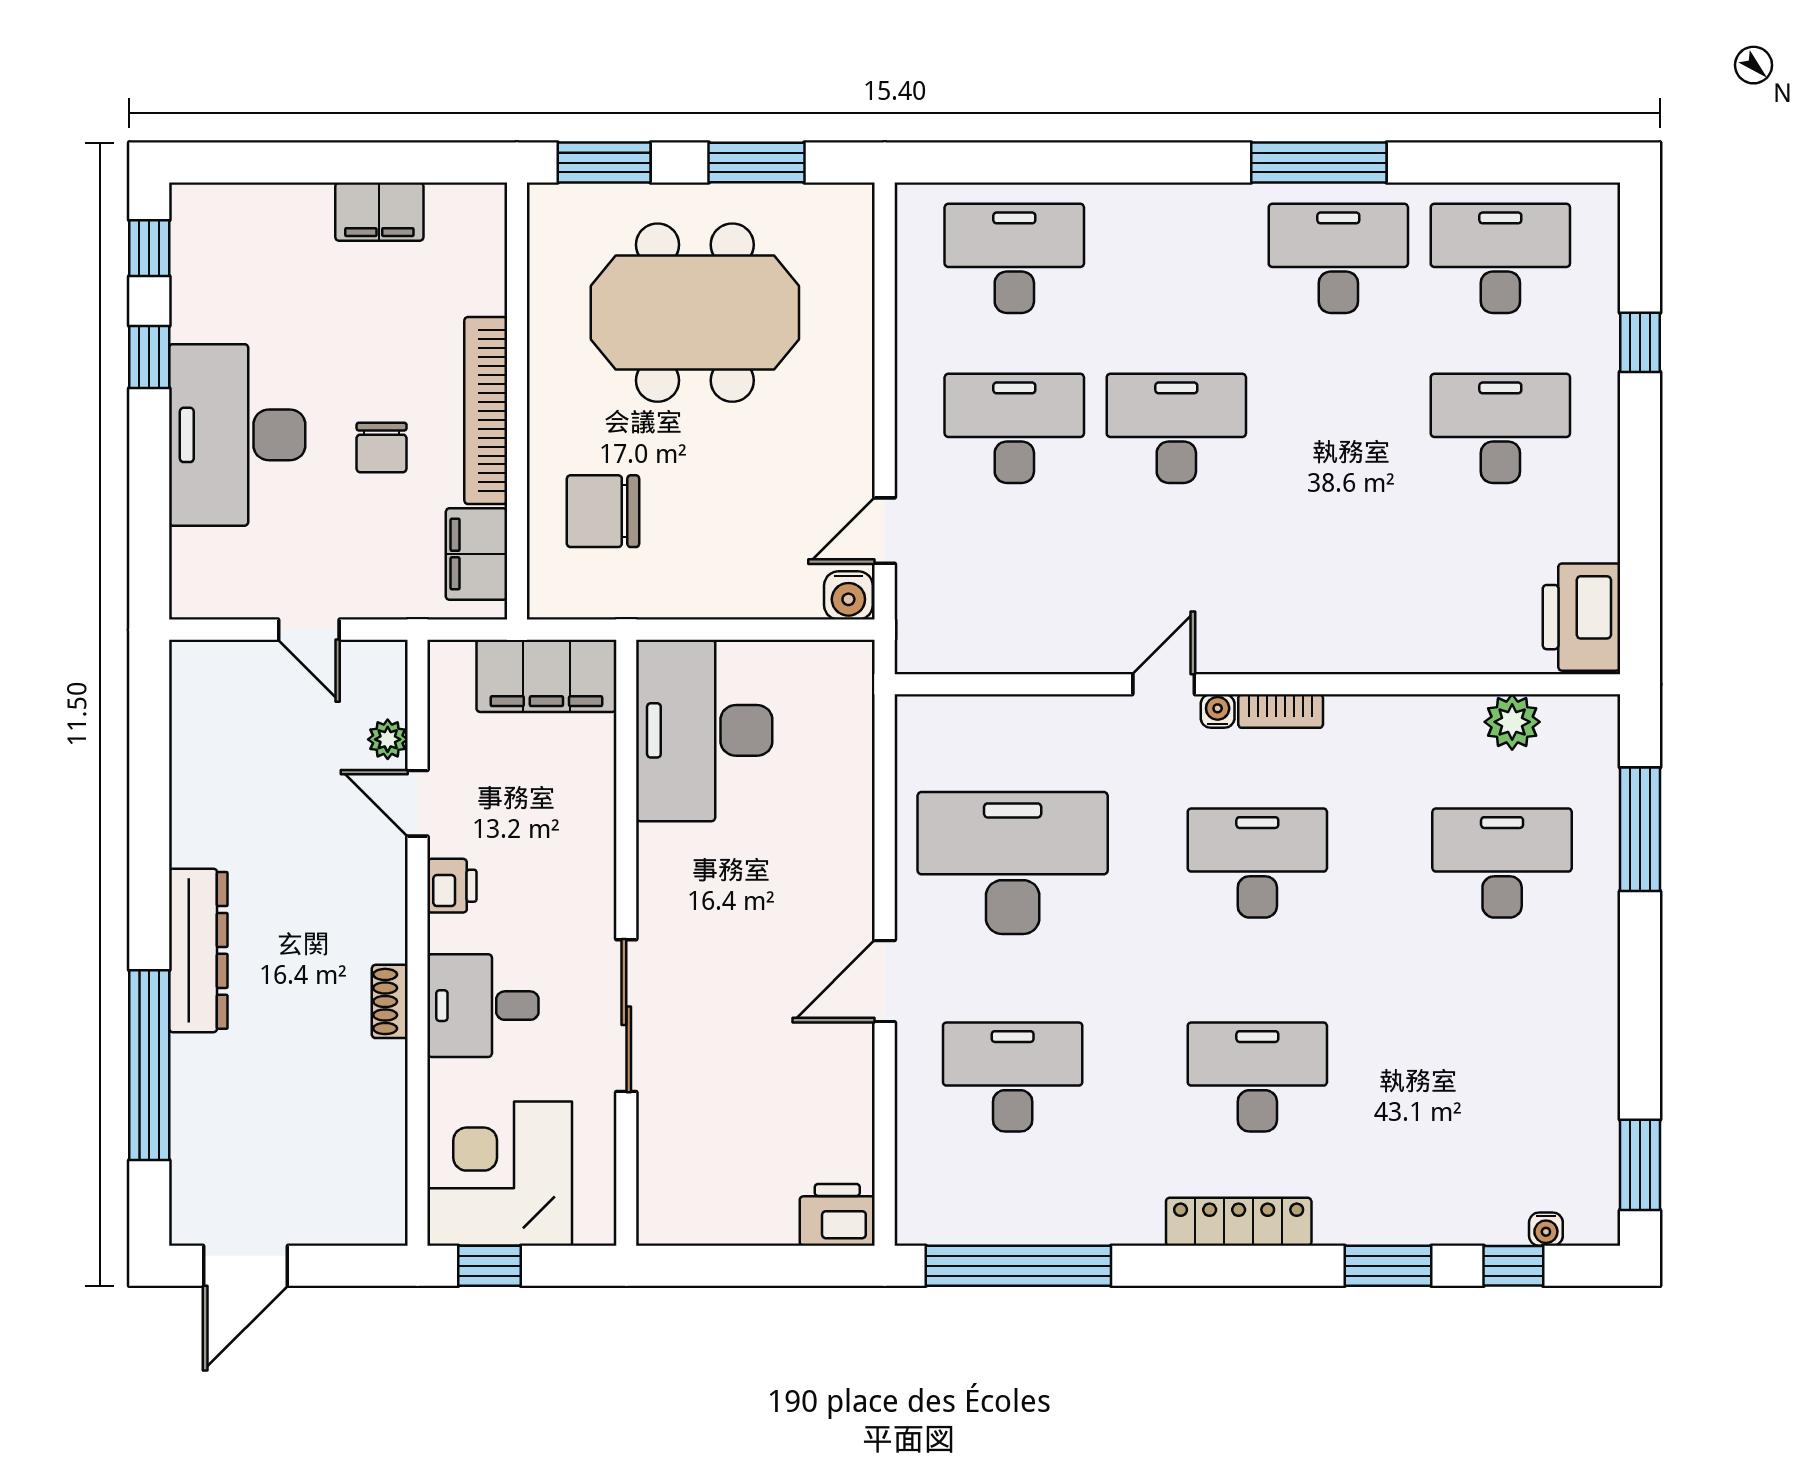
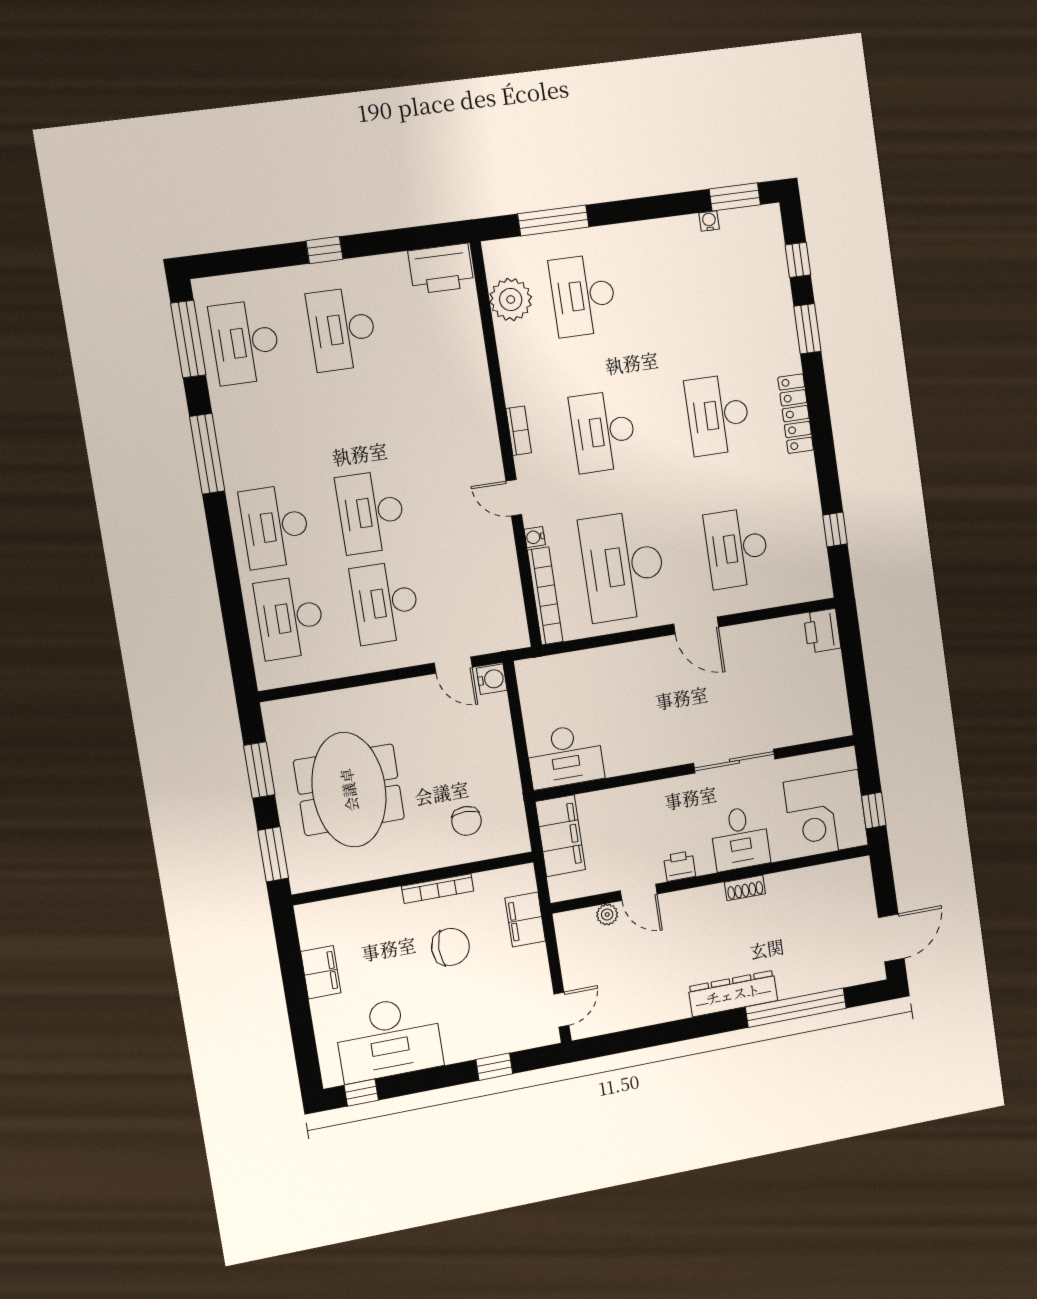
window: (1519, 163) -> (188, 339), added
desk: (1338, 258) -> (275, 527), moved
window: (1640, 342) -> (324, 250), moved
window: (149, 357) -> (494, 1067), moved
bookcase: (486, 411) -> (438, 889), width x0.68, depth x0.76
desk: (237, 435) -> (389, 1039), moved
chair: (382, 447) -> (451, 947), width x1.37, depth x1.37
chair: (603, 511) -> (466, 821), width x0.73, depth x0.73
filing cabinet: (476, 554) -> (525, 920), moved, turned 90
door: (309, 630) -> (561, 1010), moved
water cooler: (1218, 711) -> (535, 537), moved
bookcase: (981, 714) -> (545, 596), added
plant: (1512, 722) -> (511, 299), width x1.36, depth x1.36
desk: (704, 730) -> (565, 756), width x0.73, depth x0.77
door: (418, 803) -> (639, 892), hinge flipped
water cooler: (1546, 1229) -> (709, 221), moved, turned -90
door: (245, 1266) -> (891, 938), hinge flipped
window: (1018, 1266) -> (835, 529), width x0.32

